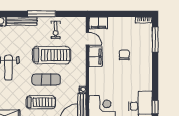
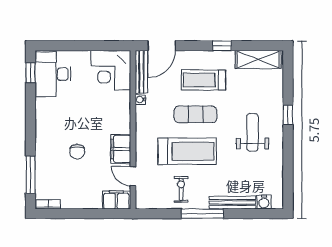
treadmill: (52, 55) -> (187, 151), turned 180

